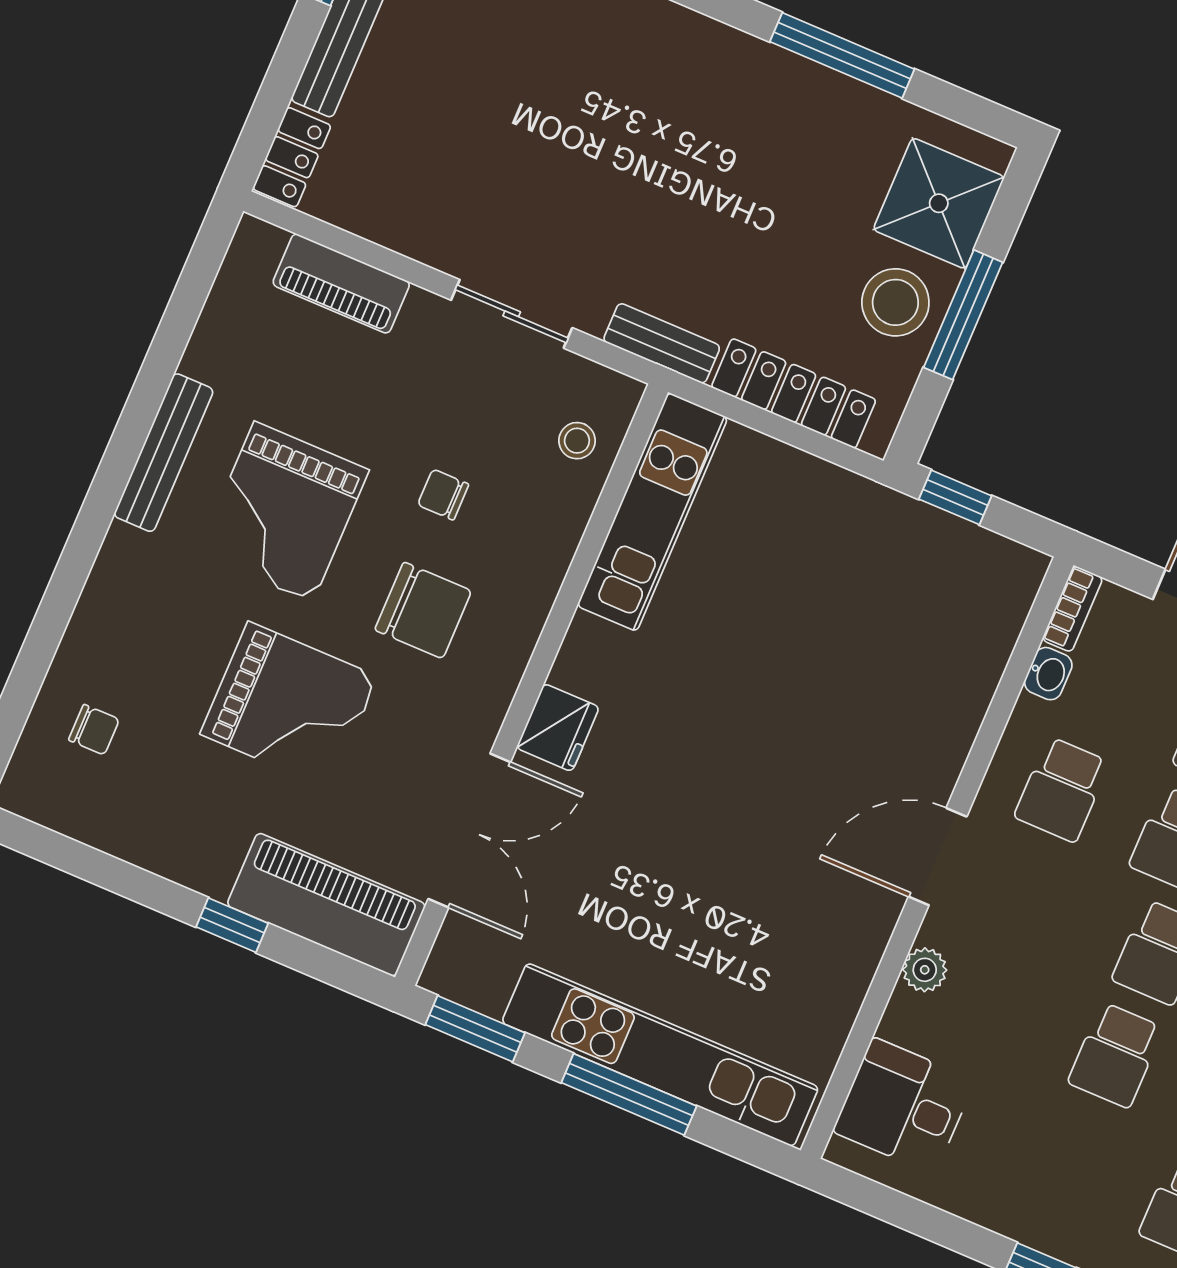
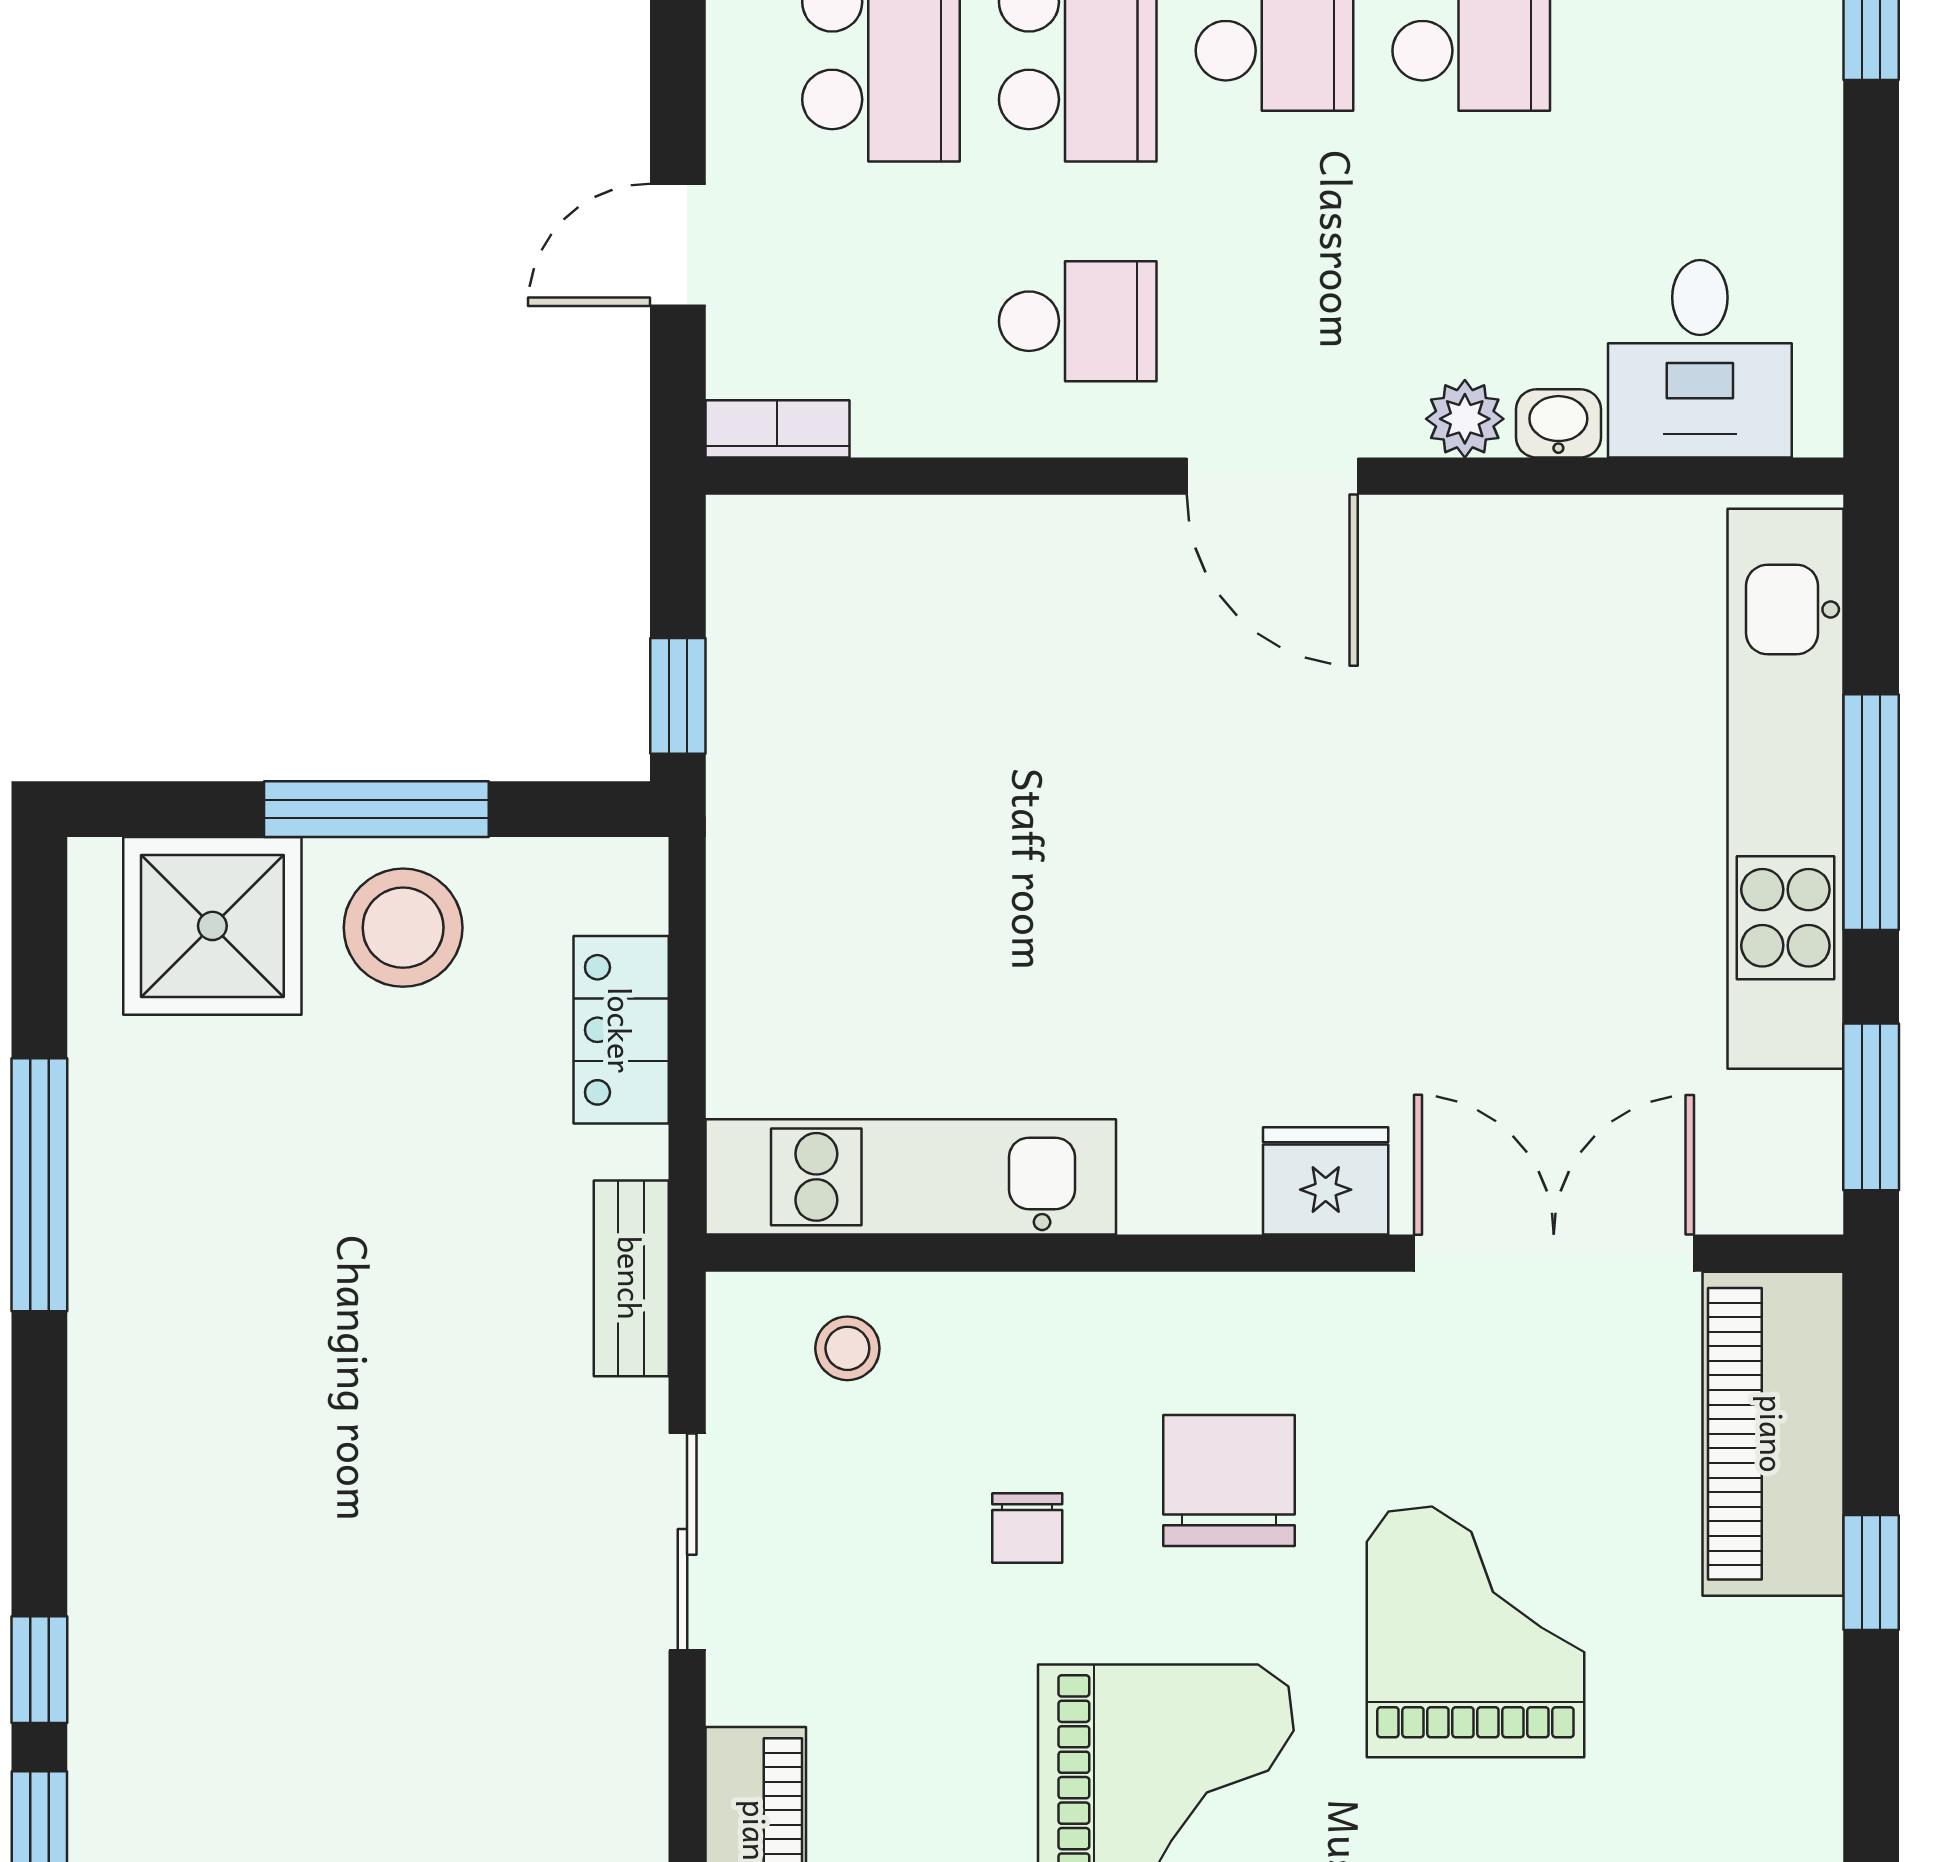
locker: (794, 393) -> (621, 1030), width x0.66
washbasin: (1048, 674) -> (1558, 423), moved

